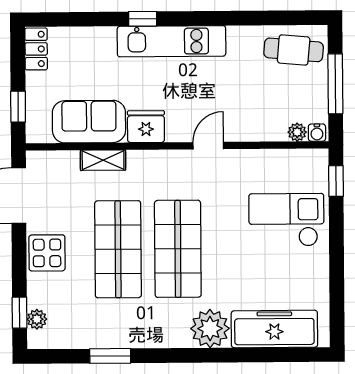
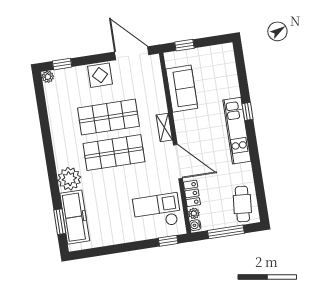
locker: (36, 49) -> (192, 193), moved, turned -90
fridge: (146, 127) -> (184, 123), removed
door: (208, 146) -> (178, 162), width x1.88
shelving: (103, 160) -> (164, 127), moved
checkout: (286, 220) -> (157, 211), moved, turned -90
plant: (37, 319) -> (48, 77), moved
window: (110, 356) -> (60, 222), moved

